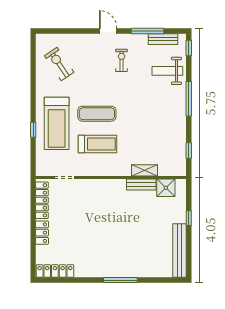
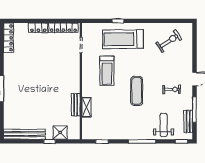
exercise mat: (97, 114) -> (137, 91), moved
shower: (166, 188) -> (60, 133), moved

